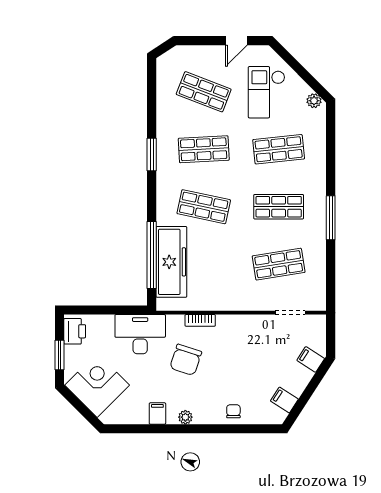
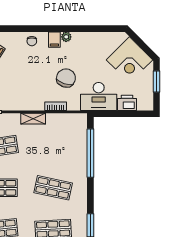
freezer: (171, 262) -> (76, 148), removed
shelving: (232, 303) -> (33, 119), added
printer: (75, 331) -> (127, 103), moved, turned 90
filing cabinet: (157, 413) -> (54, 40), moved

